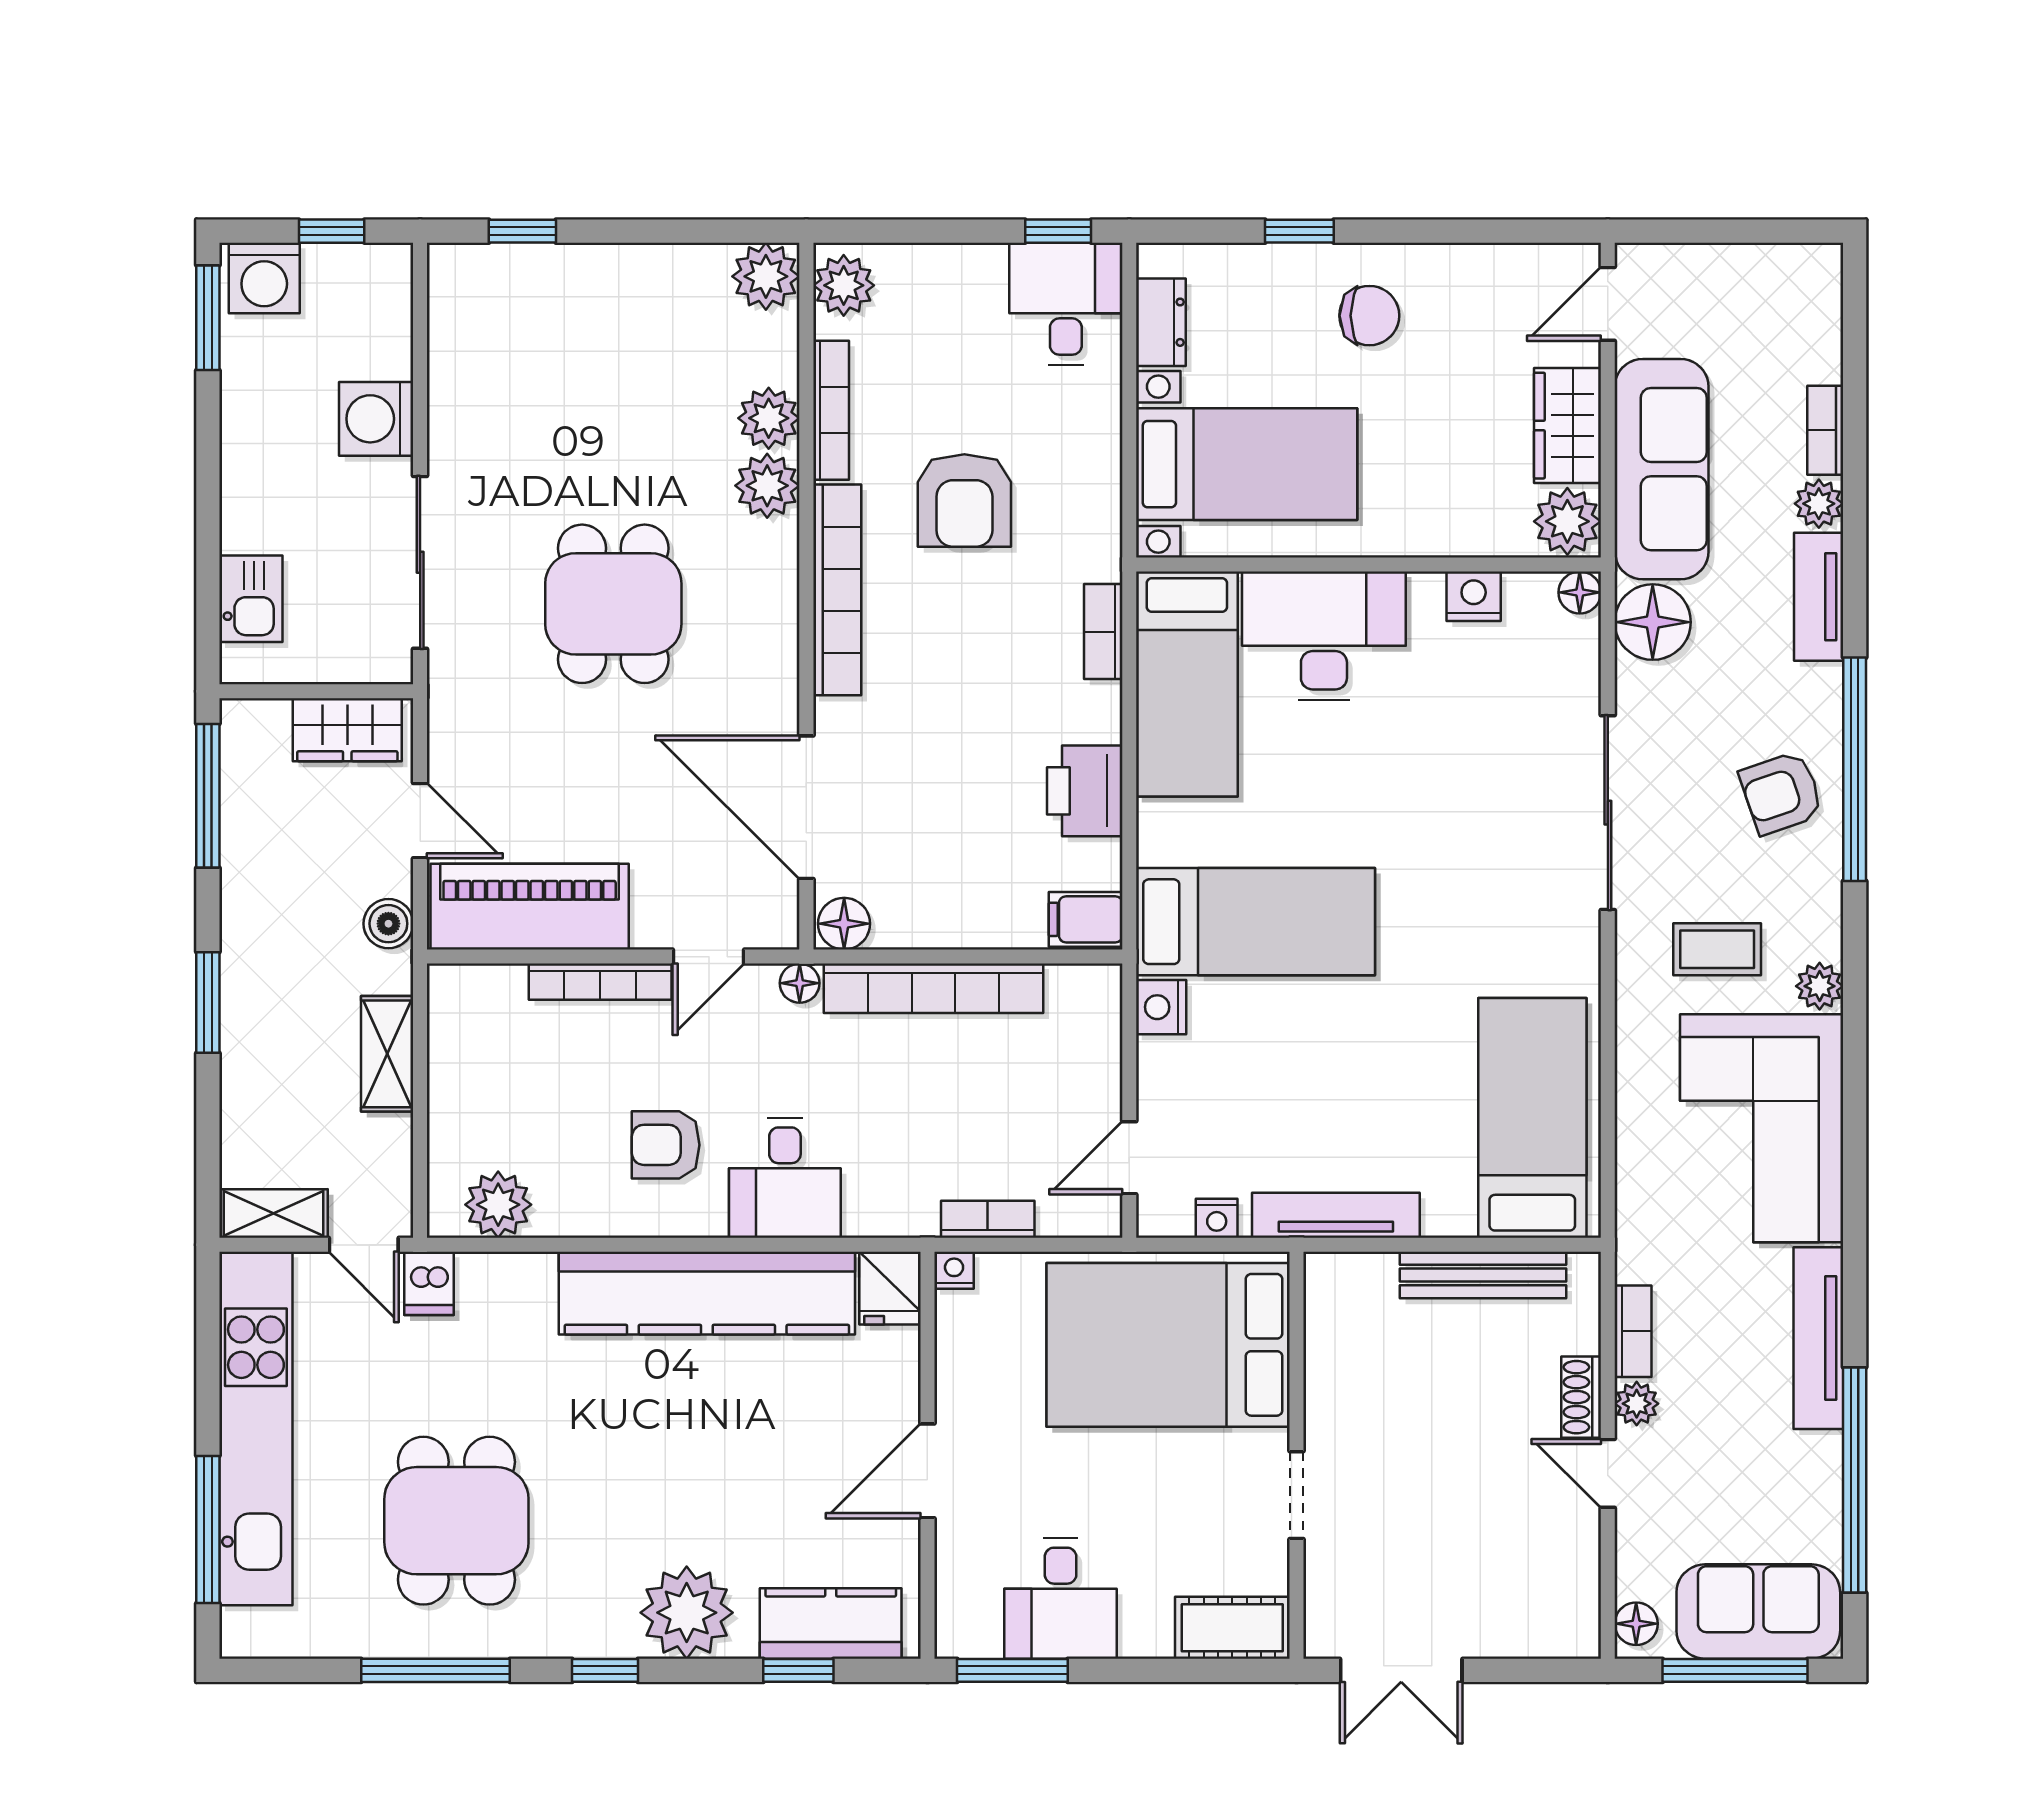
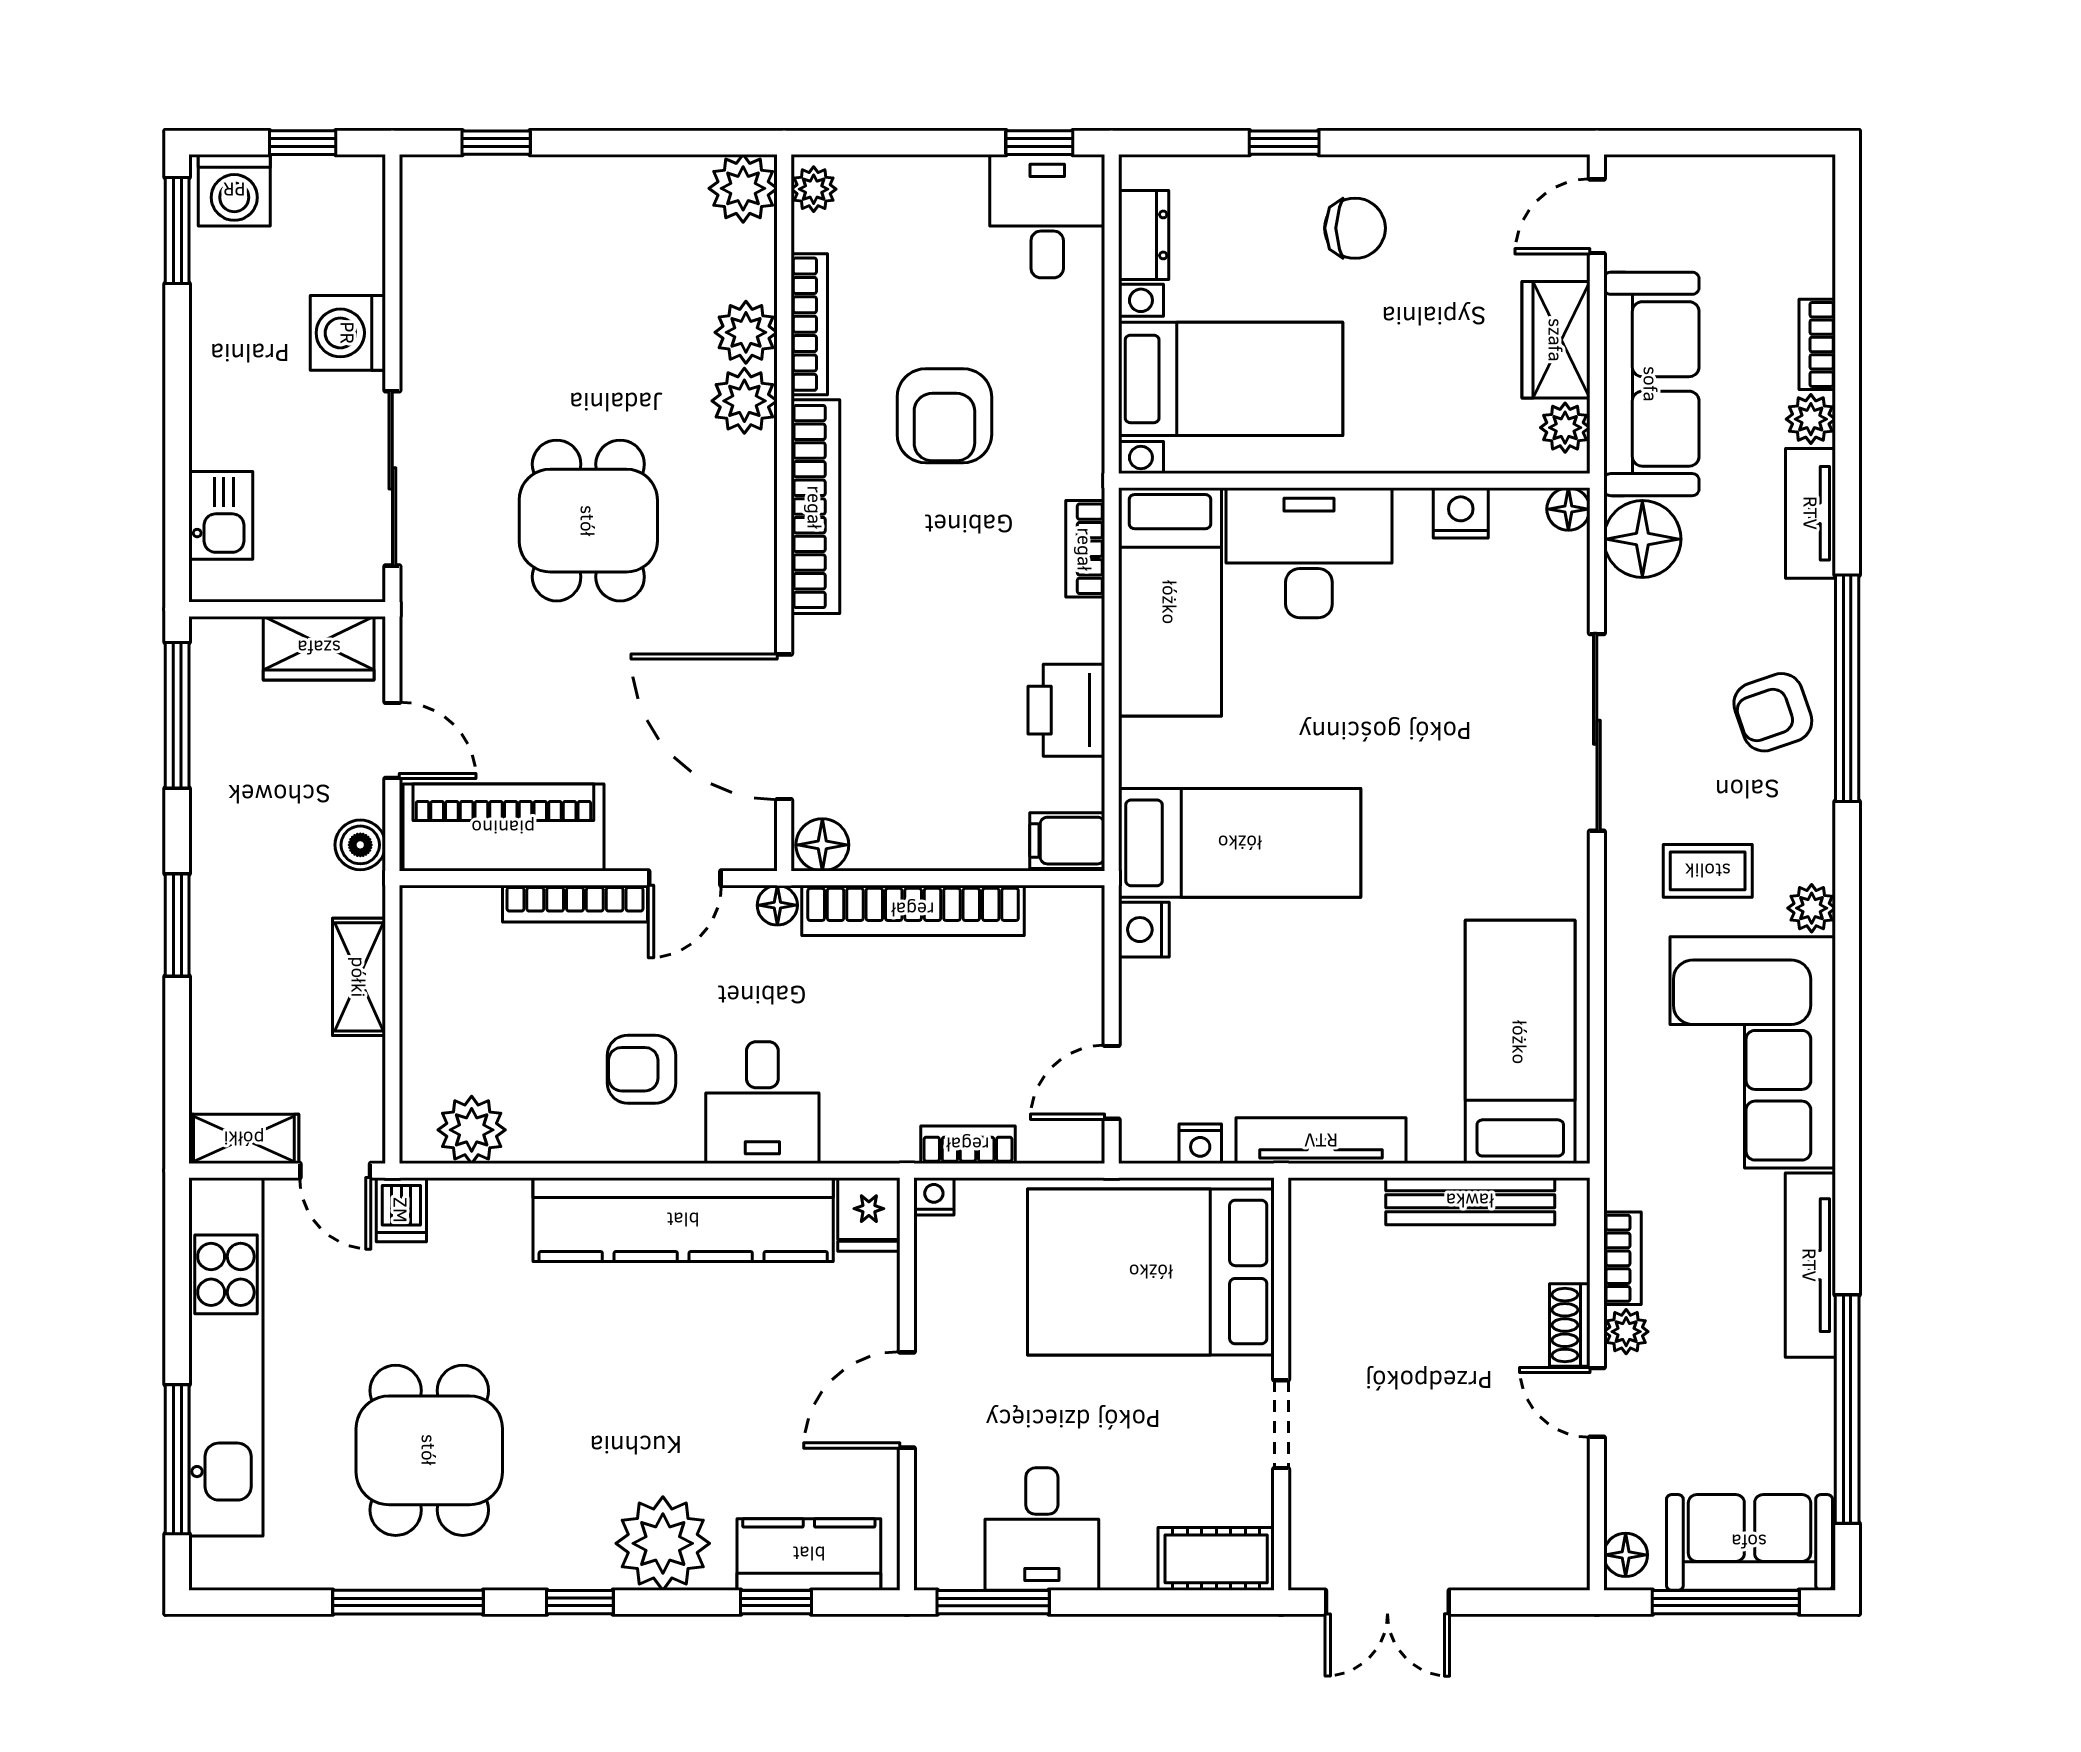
plant: (844, 285) -> (814, 189), width x0.73, depth x0.73
plant: (1567, 521) -> (1565, 428), width x0.73, depth x0.73

